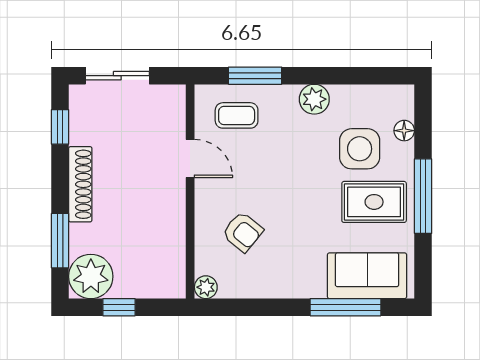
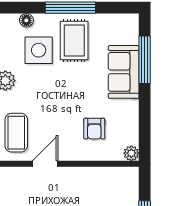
coffee table: (237, 115) -> (16, 133), width x1.36, depth x1.30
armchair: (243, 232) -> (94, 129), turned 141
sofa: (367, 276) -> (124, 72), moved

